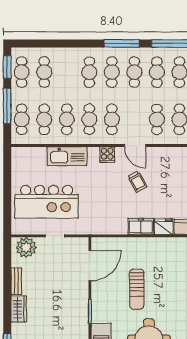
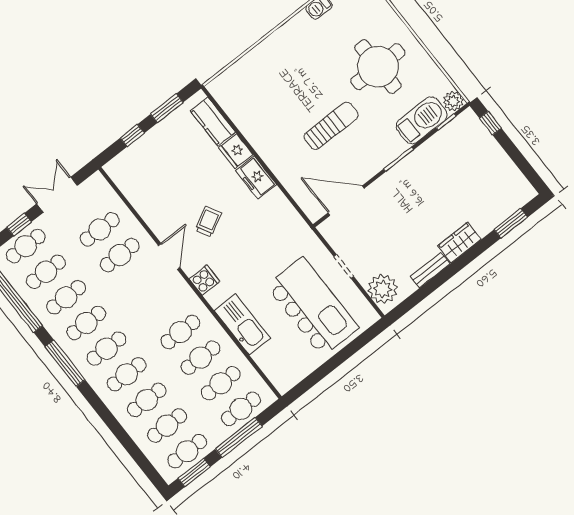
cafe table: (112, 119) -> (147, 400), moved

